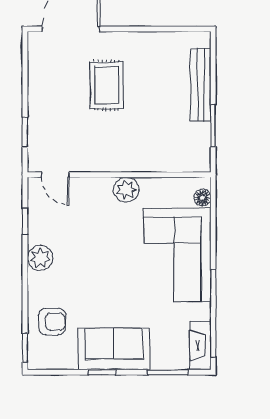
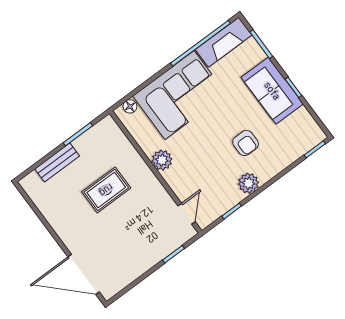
rug: (106, 85) -> (106, 190), moved
bench: (201, 85) -> (57, 162), width x0.73
armchair: (52, 322) -> (246, 143), moved, turned 180
fireplace: (200, 346) -> (224, 42), width x1.37, depth x1.32

